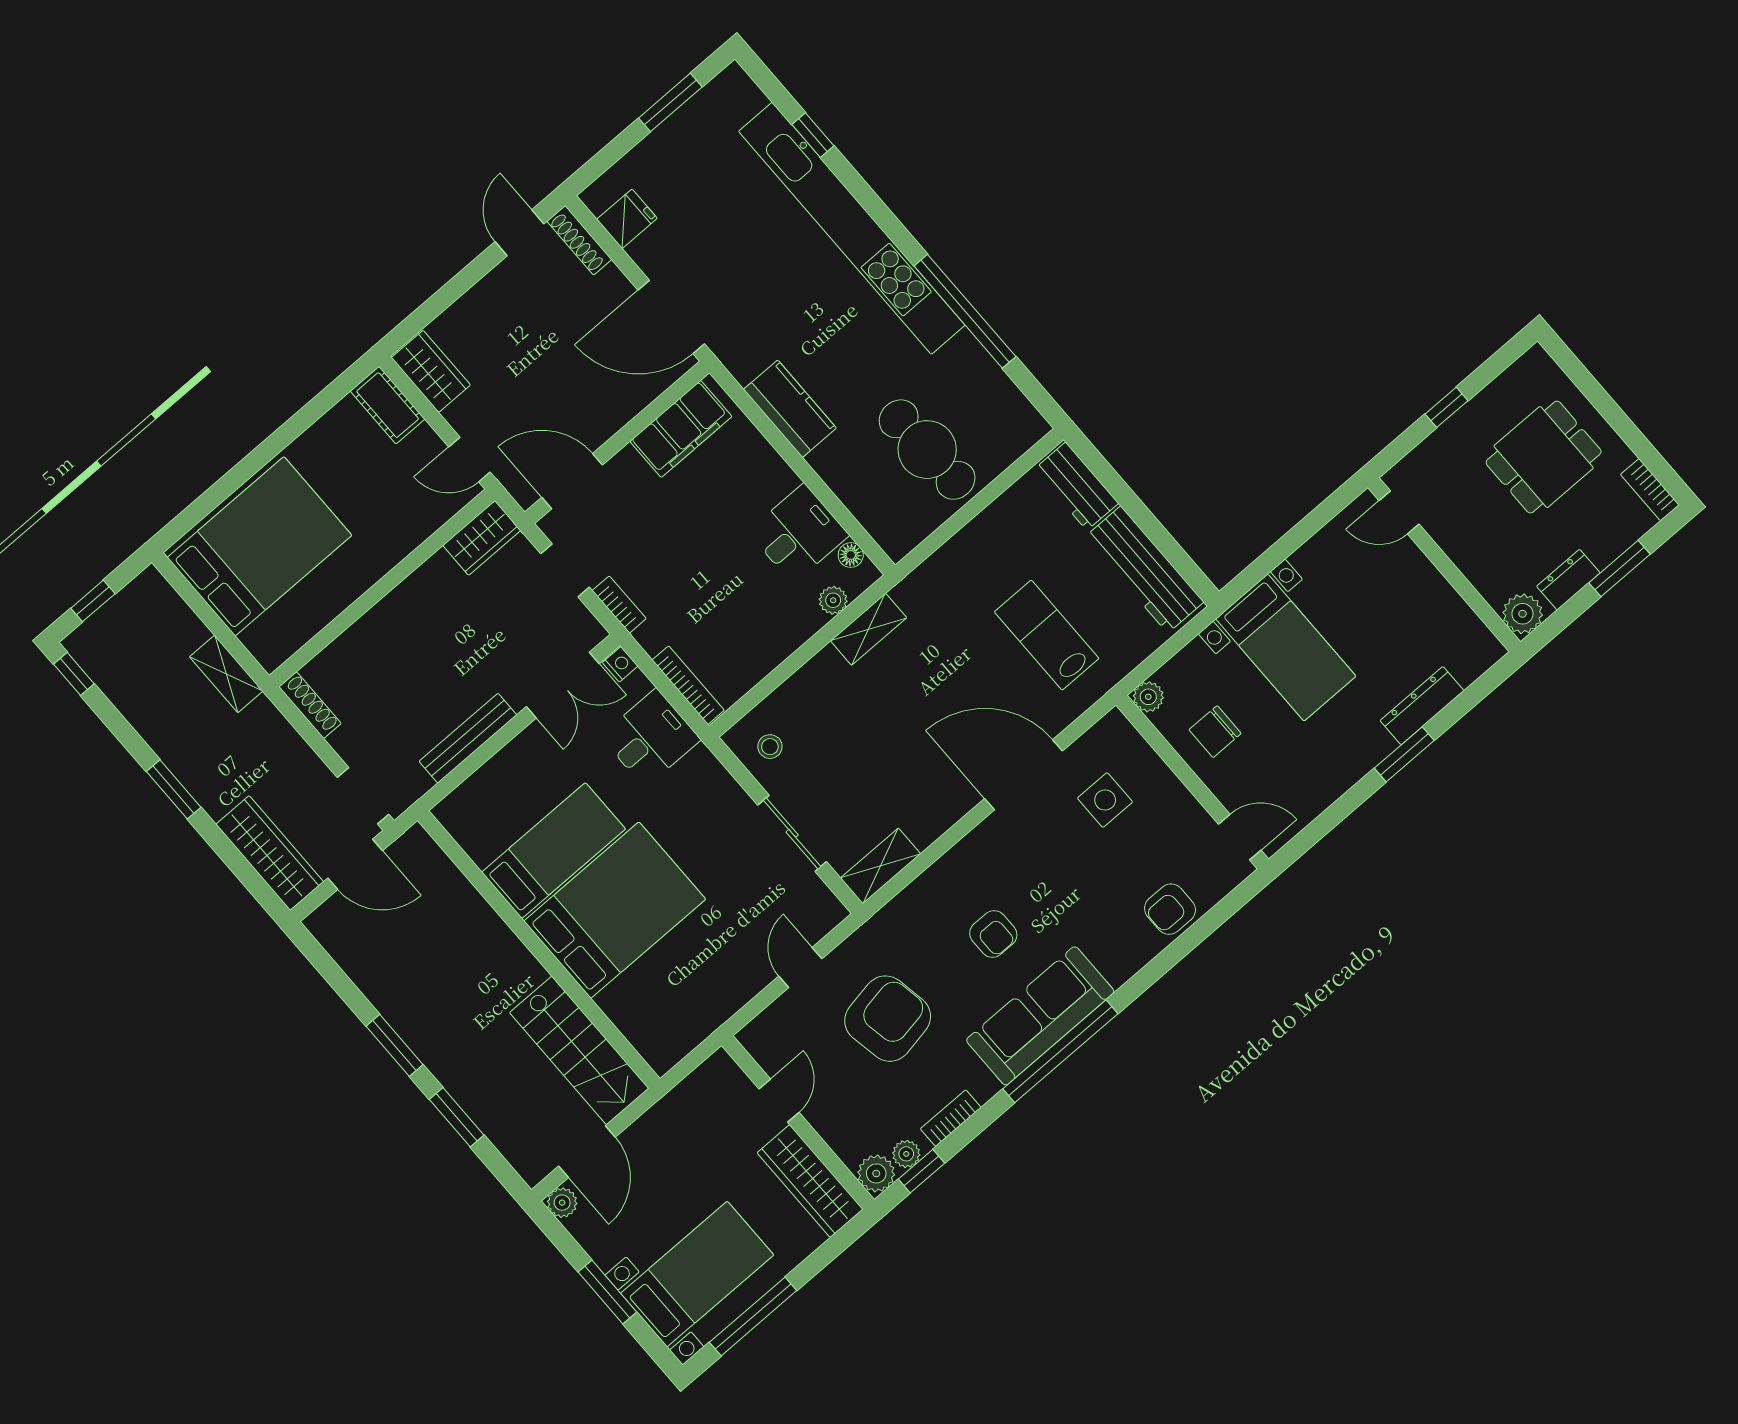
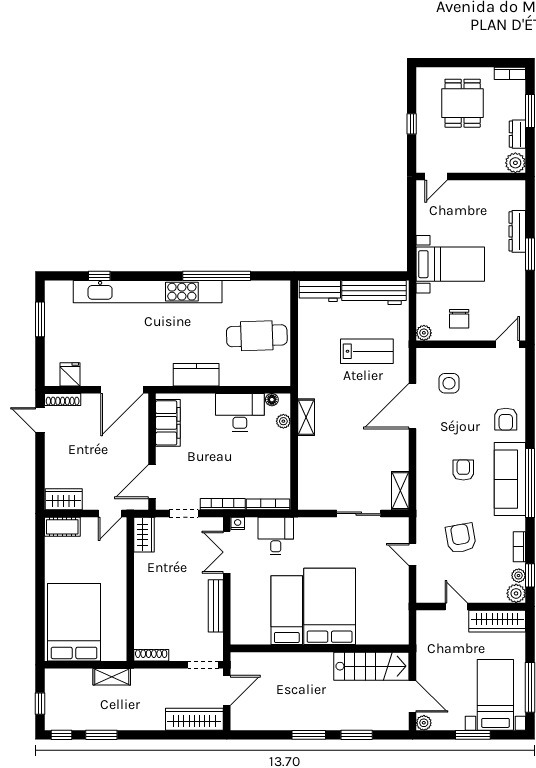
desk: (798, 533) -> (240, 412), width x1.37
bookcase: (619, 605) -> (223, 504), width x1.56
lab bench: (1047, 635) -> (367, 351), turned 180
double door: (563, 685) -> (227, 552), swing flipped
stool: (770, 747) -> (318, 493), removed
window: (174, 789) -> (101, 735), moved
armchair: (1170, 909) -> (506, 419), moved
armchair: (993, 934) -> (463, 470), turned -90
armchair: (888, 1019) -> (461, 538), width x0.73, depth x0.73

